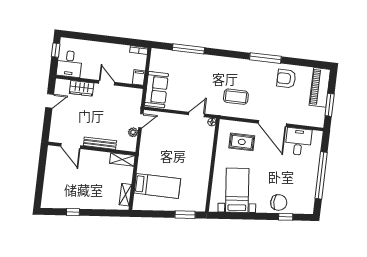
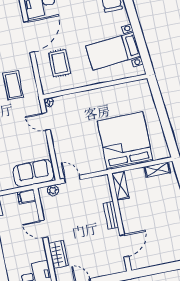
door: (107, 83) -> (44, 229), hinge flipped
plant: (133, 132) -> (53, 190), moved
bench: (100, 143) -> (111, 215), width x0.73
bed: (157, 186) -> (125, 141), width x2.04
window: (185, 215) -> (158, 99), removed

